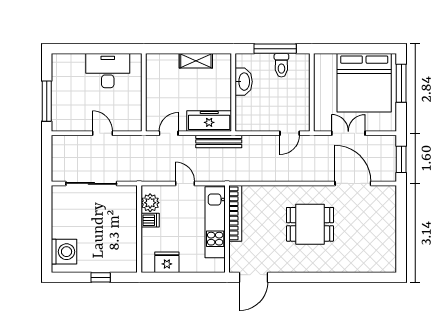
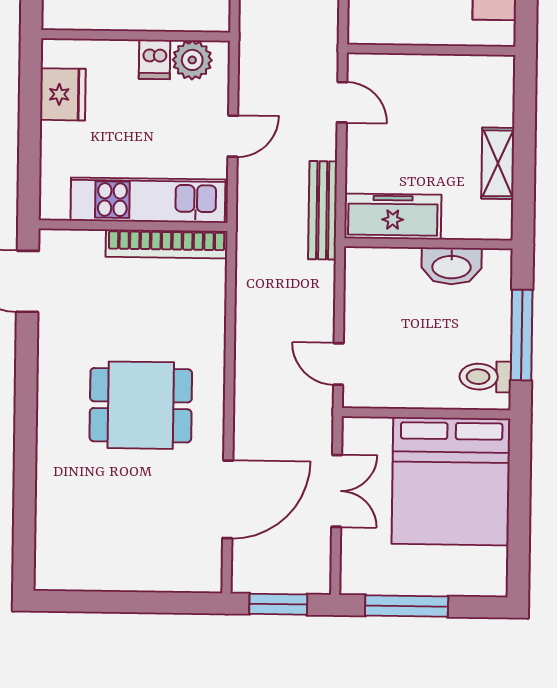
toilet: (281, 65) -> (485, 377), moved
bed: (364, 83) -> (451, 481), moved, turned -90
window: (401, 83) -> (407, 606), moved
freezer: (209, 121) -> (393, 216), moved, turned -90
dining table: (310, 224) -> (141, 405), turned 90

